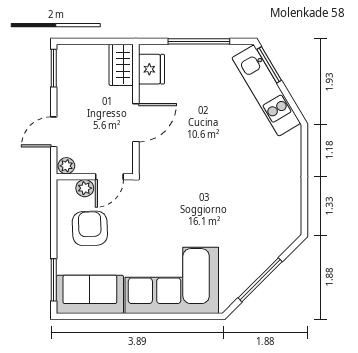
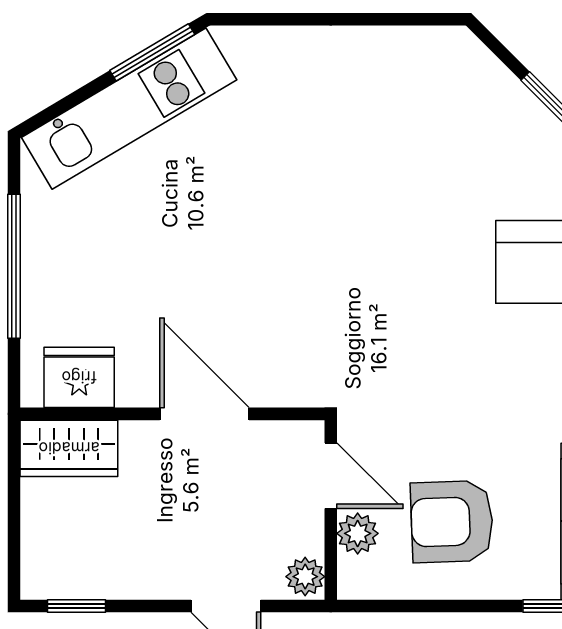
window: (269, 65) -> (152, 52), moved
window: (54, 68) -> (76, 606), width x0.67

